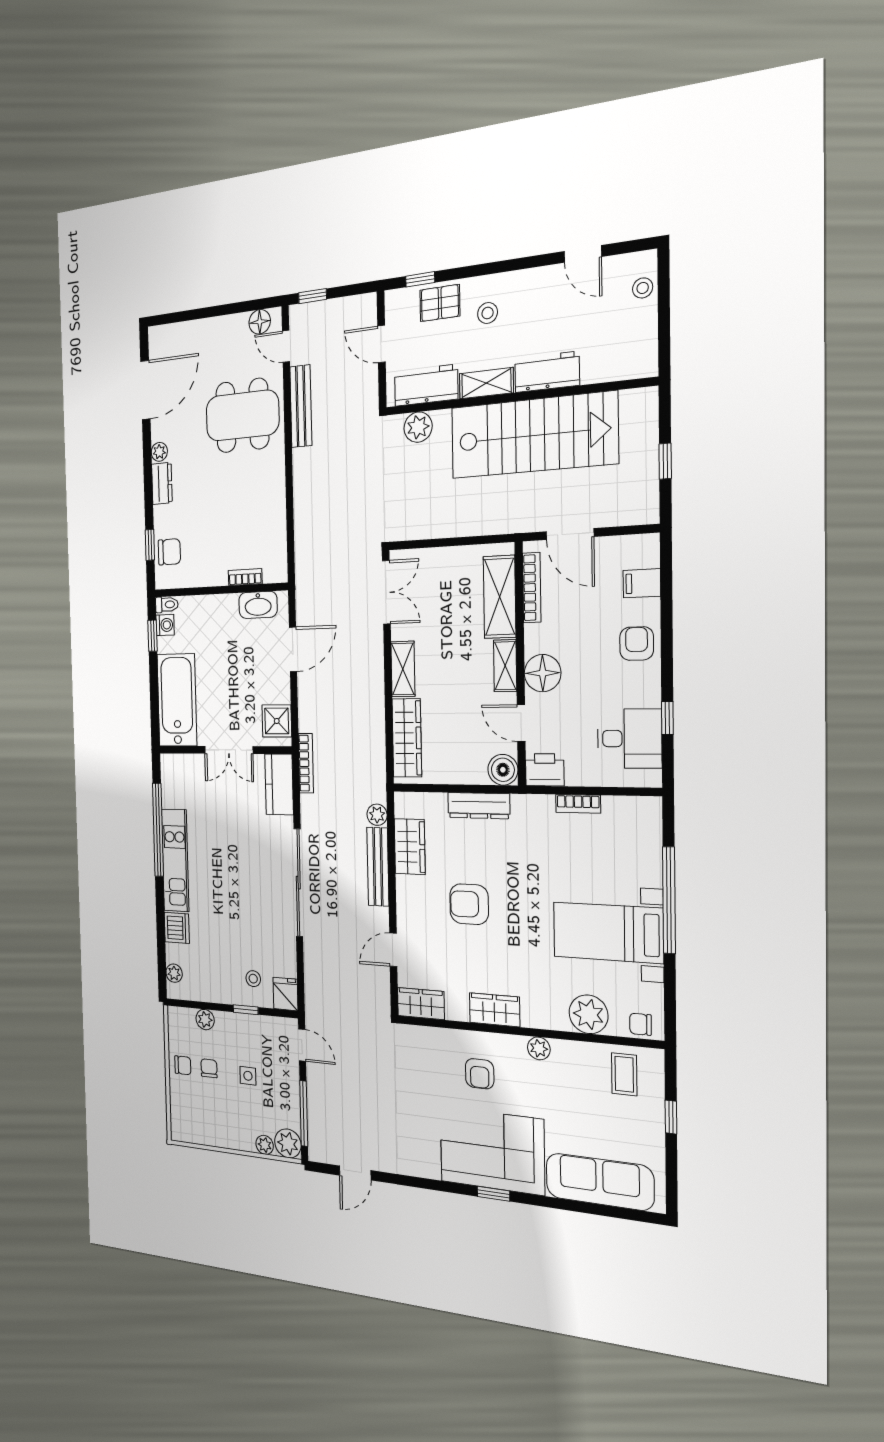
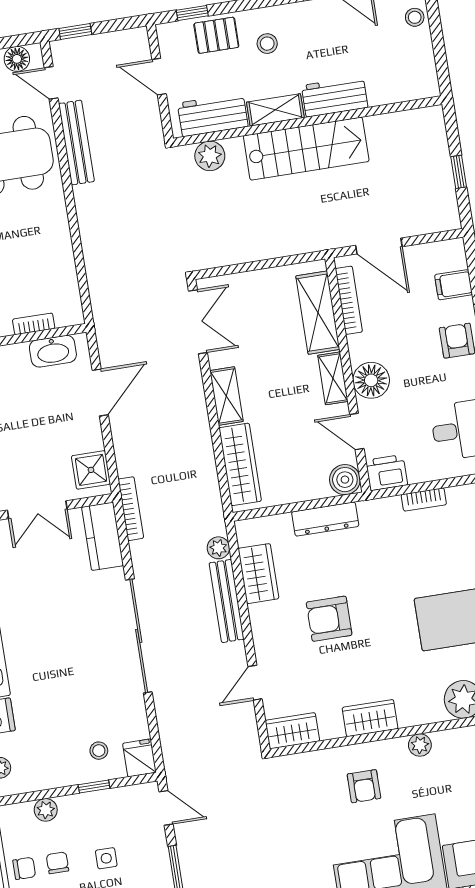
stairs: (533, 435) -> (306, 149), width x0.73, depth x0.66

